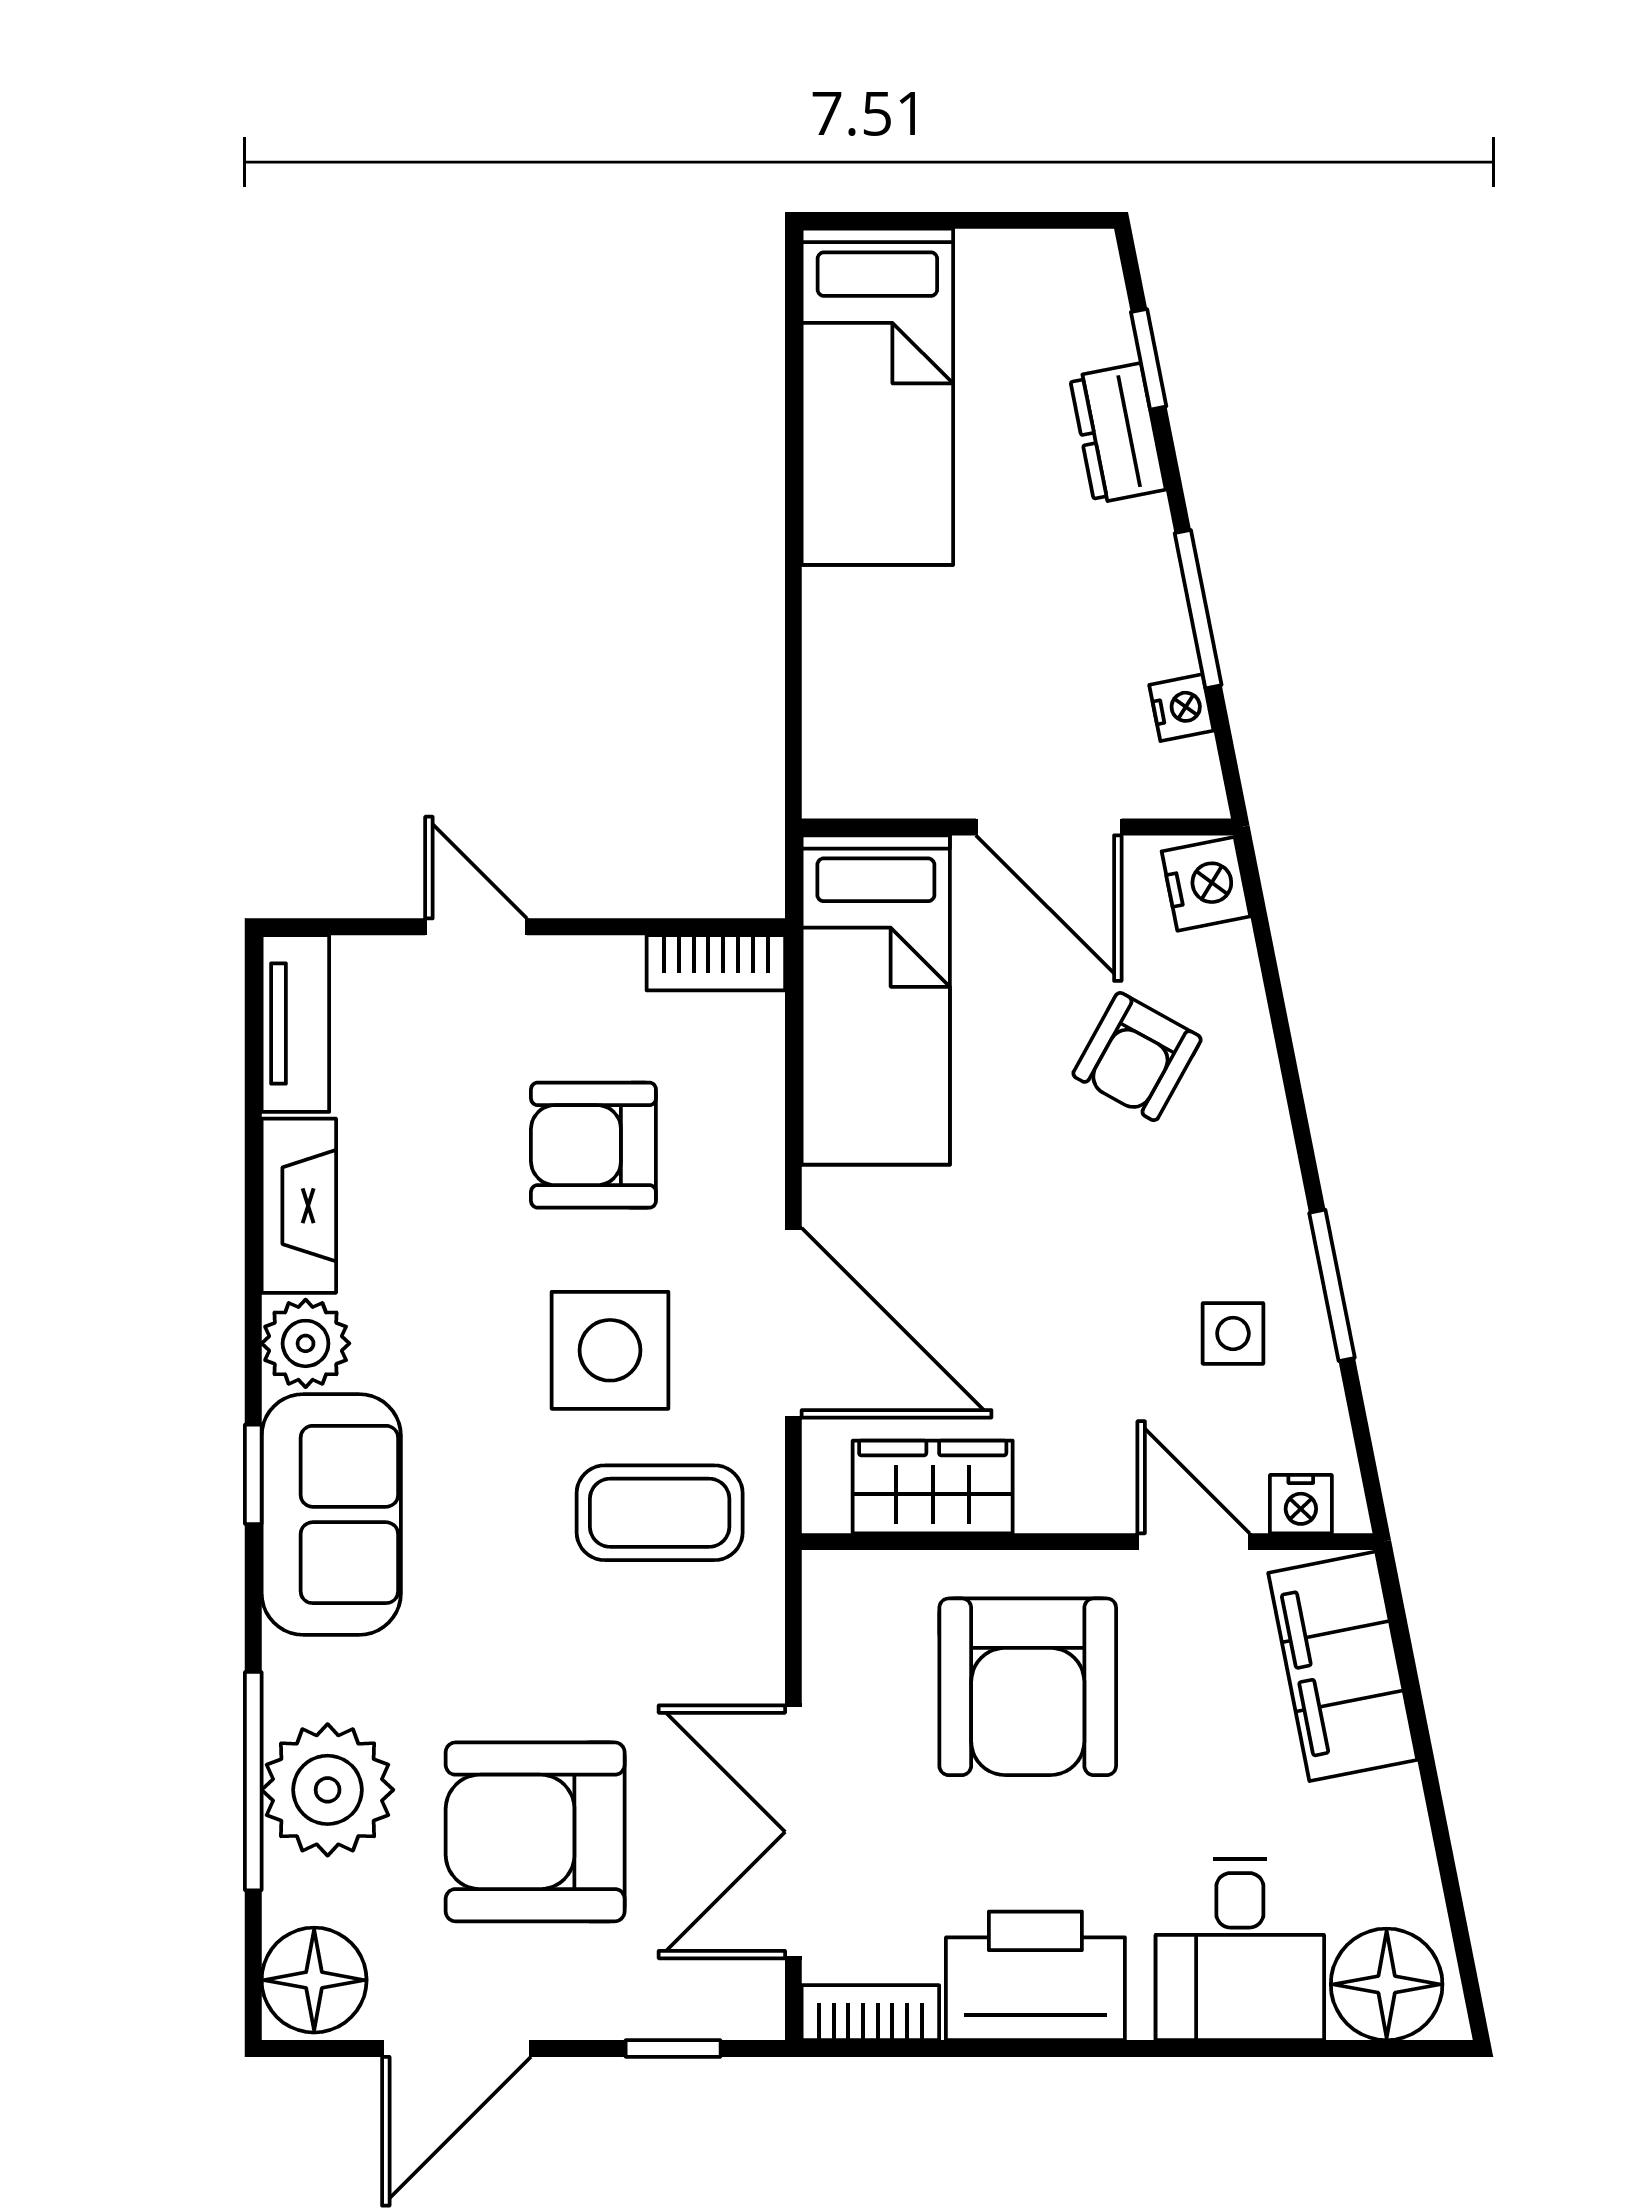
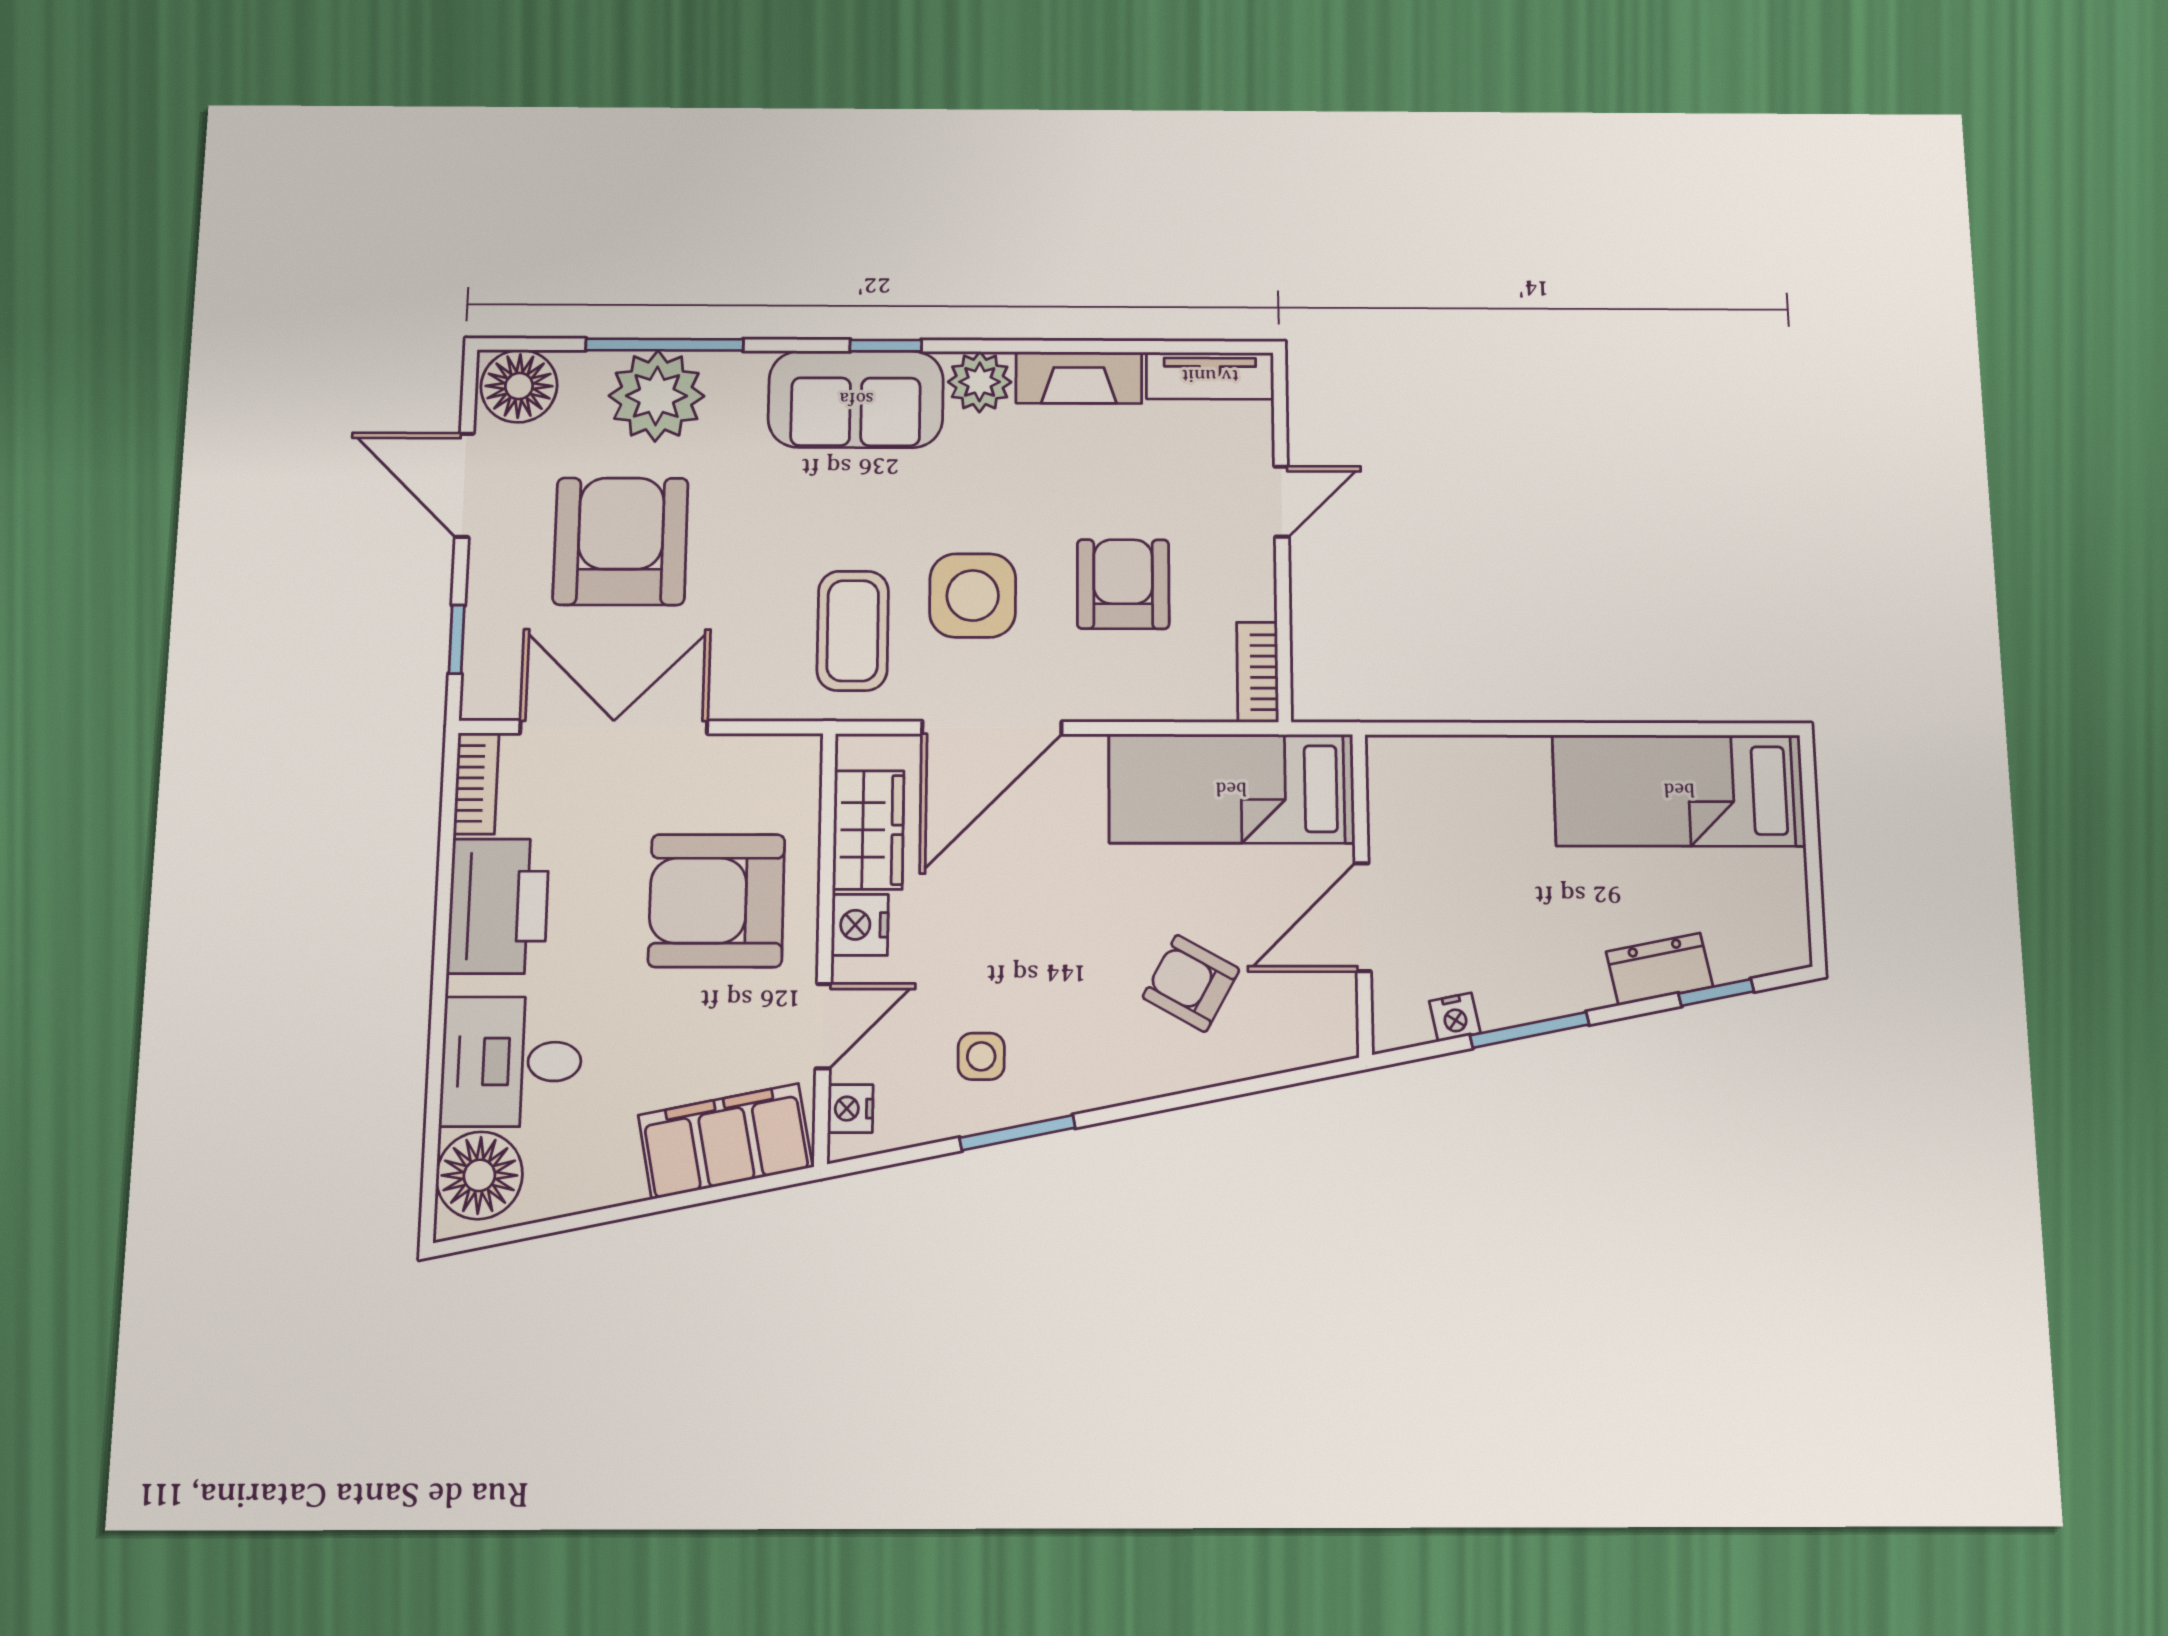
nightstand: (1206, 884) -> (860, 925), moved, turned 101

